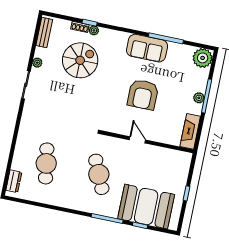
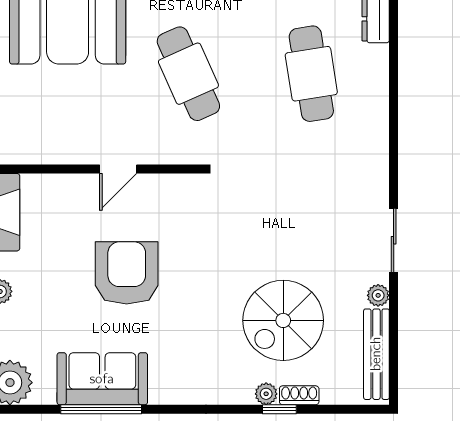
bench: (44, 32) -> (376, 354), width x1.36
sofa: (147, 48) -> (102, 379), moved
door: (137, 140) -> (118, 169), hinge flipped

